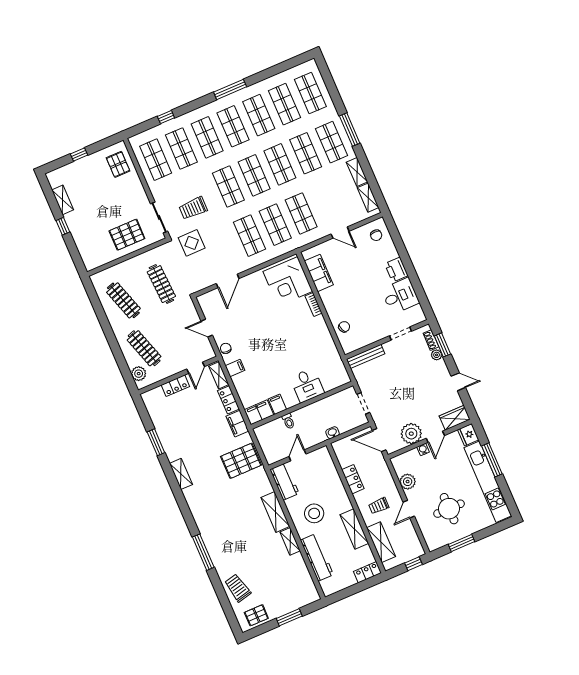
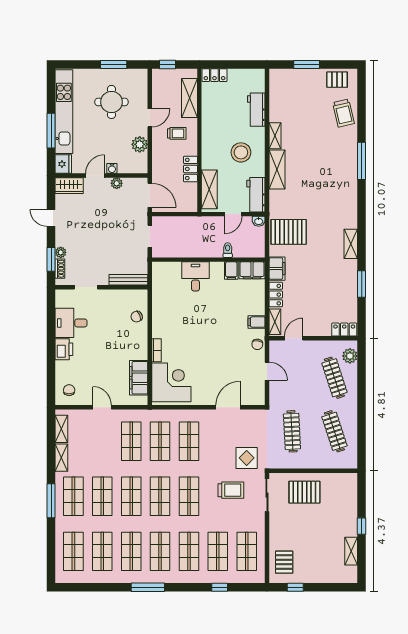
window: (79, 154) -> (295, 587), moved
locker: (175, 386) -> (344, 330), moved
washbasin: (332, 433) -> (259, 221), moved
plant: (411, 434) -> (117, 183), width x0.53, depth x0.53
shelving: (354, 529) -> (209, 189), moved
workbench: (317, 557) -> (256, 110), width x0.73

